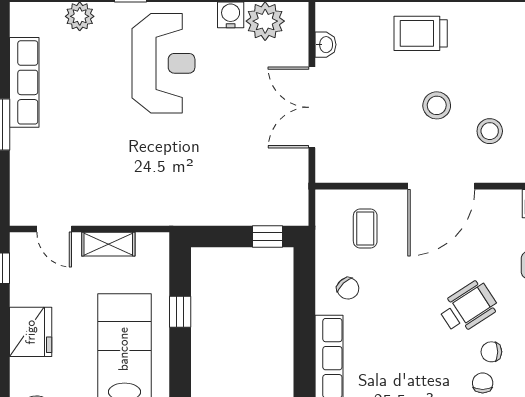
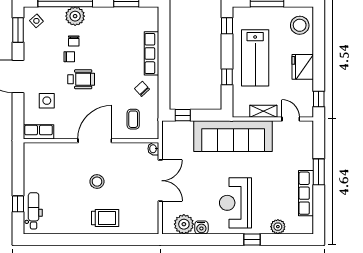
washbasin: (325, 45) -> (153, 149), moved
stool: (490, 131) -> (70, 169), removed
sofa: (168, 195) -> (233, 136), added
wheelchair: (468, 307) -> (81, 79), turned -147

